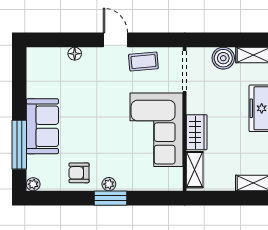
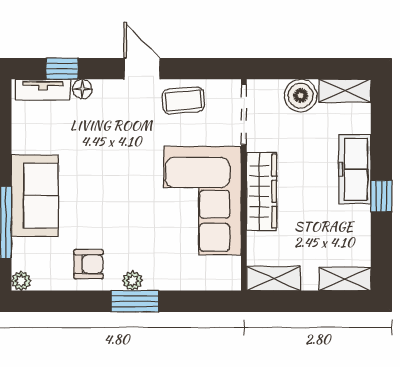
window: (61, 40) -> (62, 69), added
tv unit: (48, 54) -> (43, 90), added
wardrobe: (197, 132) -> (262, 191), width x1.50
shelving: (195, 170) -> (273, 279), moved, turned 90
armchair: (79, 173) -> (89, 264), turned 180

